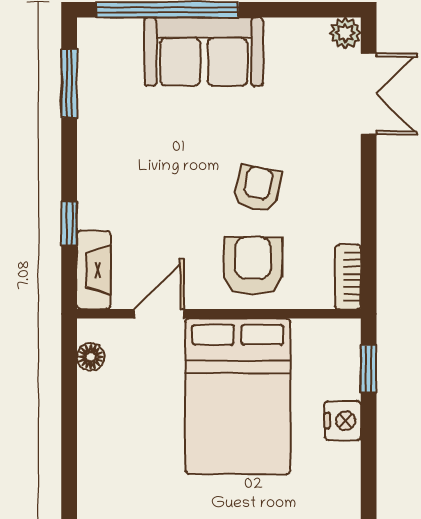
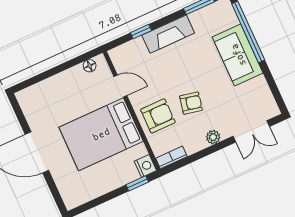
plant: (345, 33) -> (213, 137), moved
fireplace: (94, 270) -> (168, 34), moved, width x1.37, depth x1.32
nightstand: (343, 421) -> (145, 166), moved, turned -90

